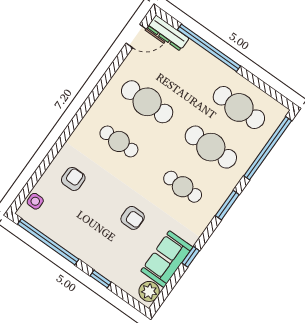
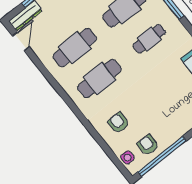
cafe table: (119, 141) -> (99, 79), width x1.37, depth x1.35
armchair: (133, 218) -> (148, 145), moved, turned -90

